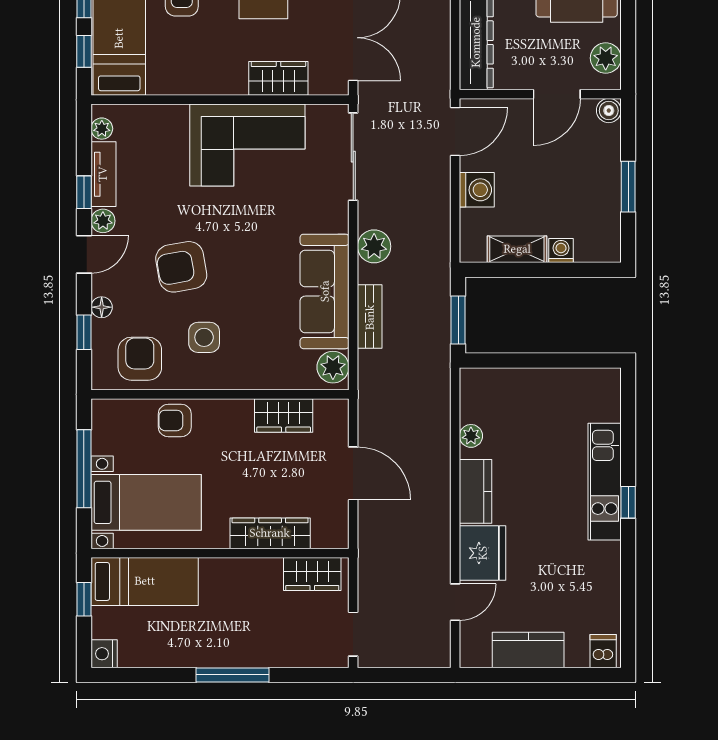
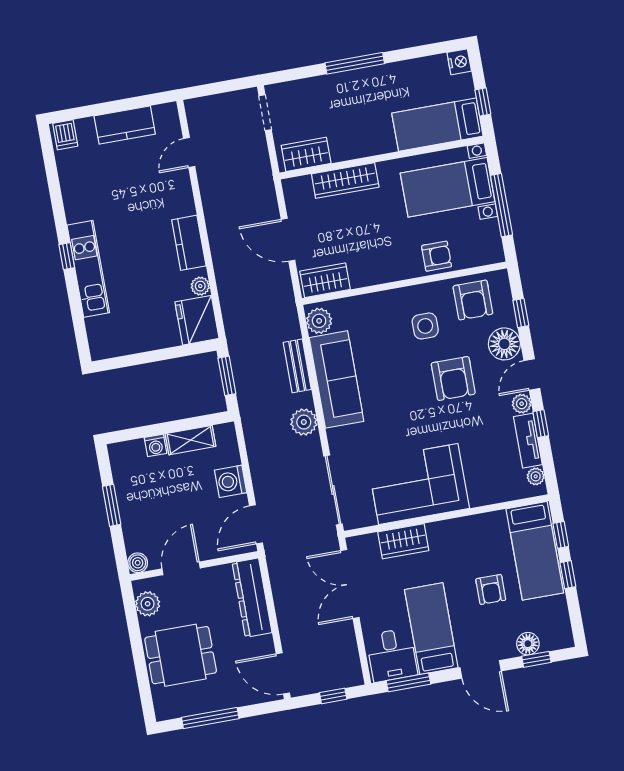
armchair: (181, 267) -> (453, 378), turned 100
floor lamp: (102, 307) -> (504, 344), width x1.89, depth x1.89
wardrobe: (284, 415) -> (325, 280), moved
fridge: (483, 553) -> (197, 320), moved

